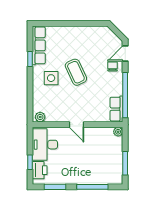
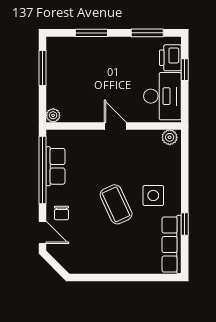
door: (125, 54) -> (42, 232), hinge flipped
row of seats: (116, 109) -> (55, 166), moved
window: (92, 187) -> (91, 33), width x0.69

